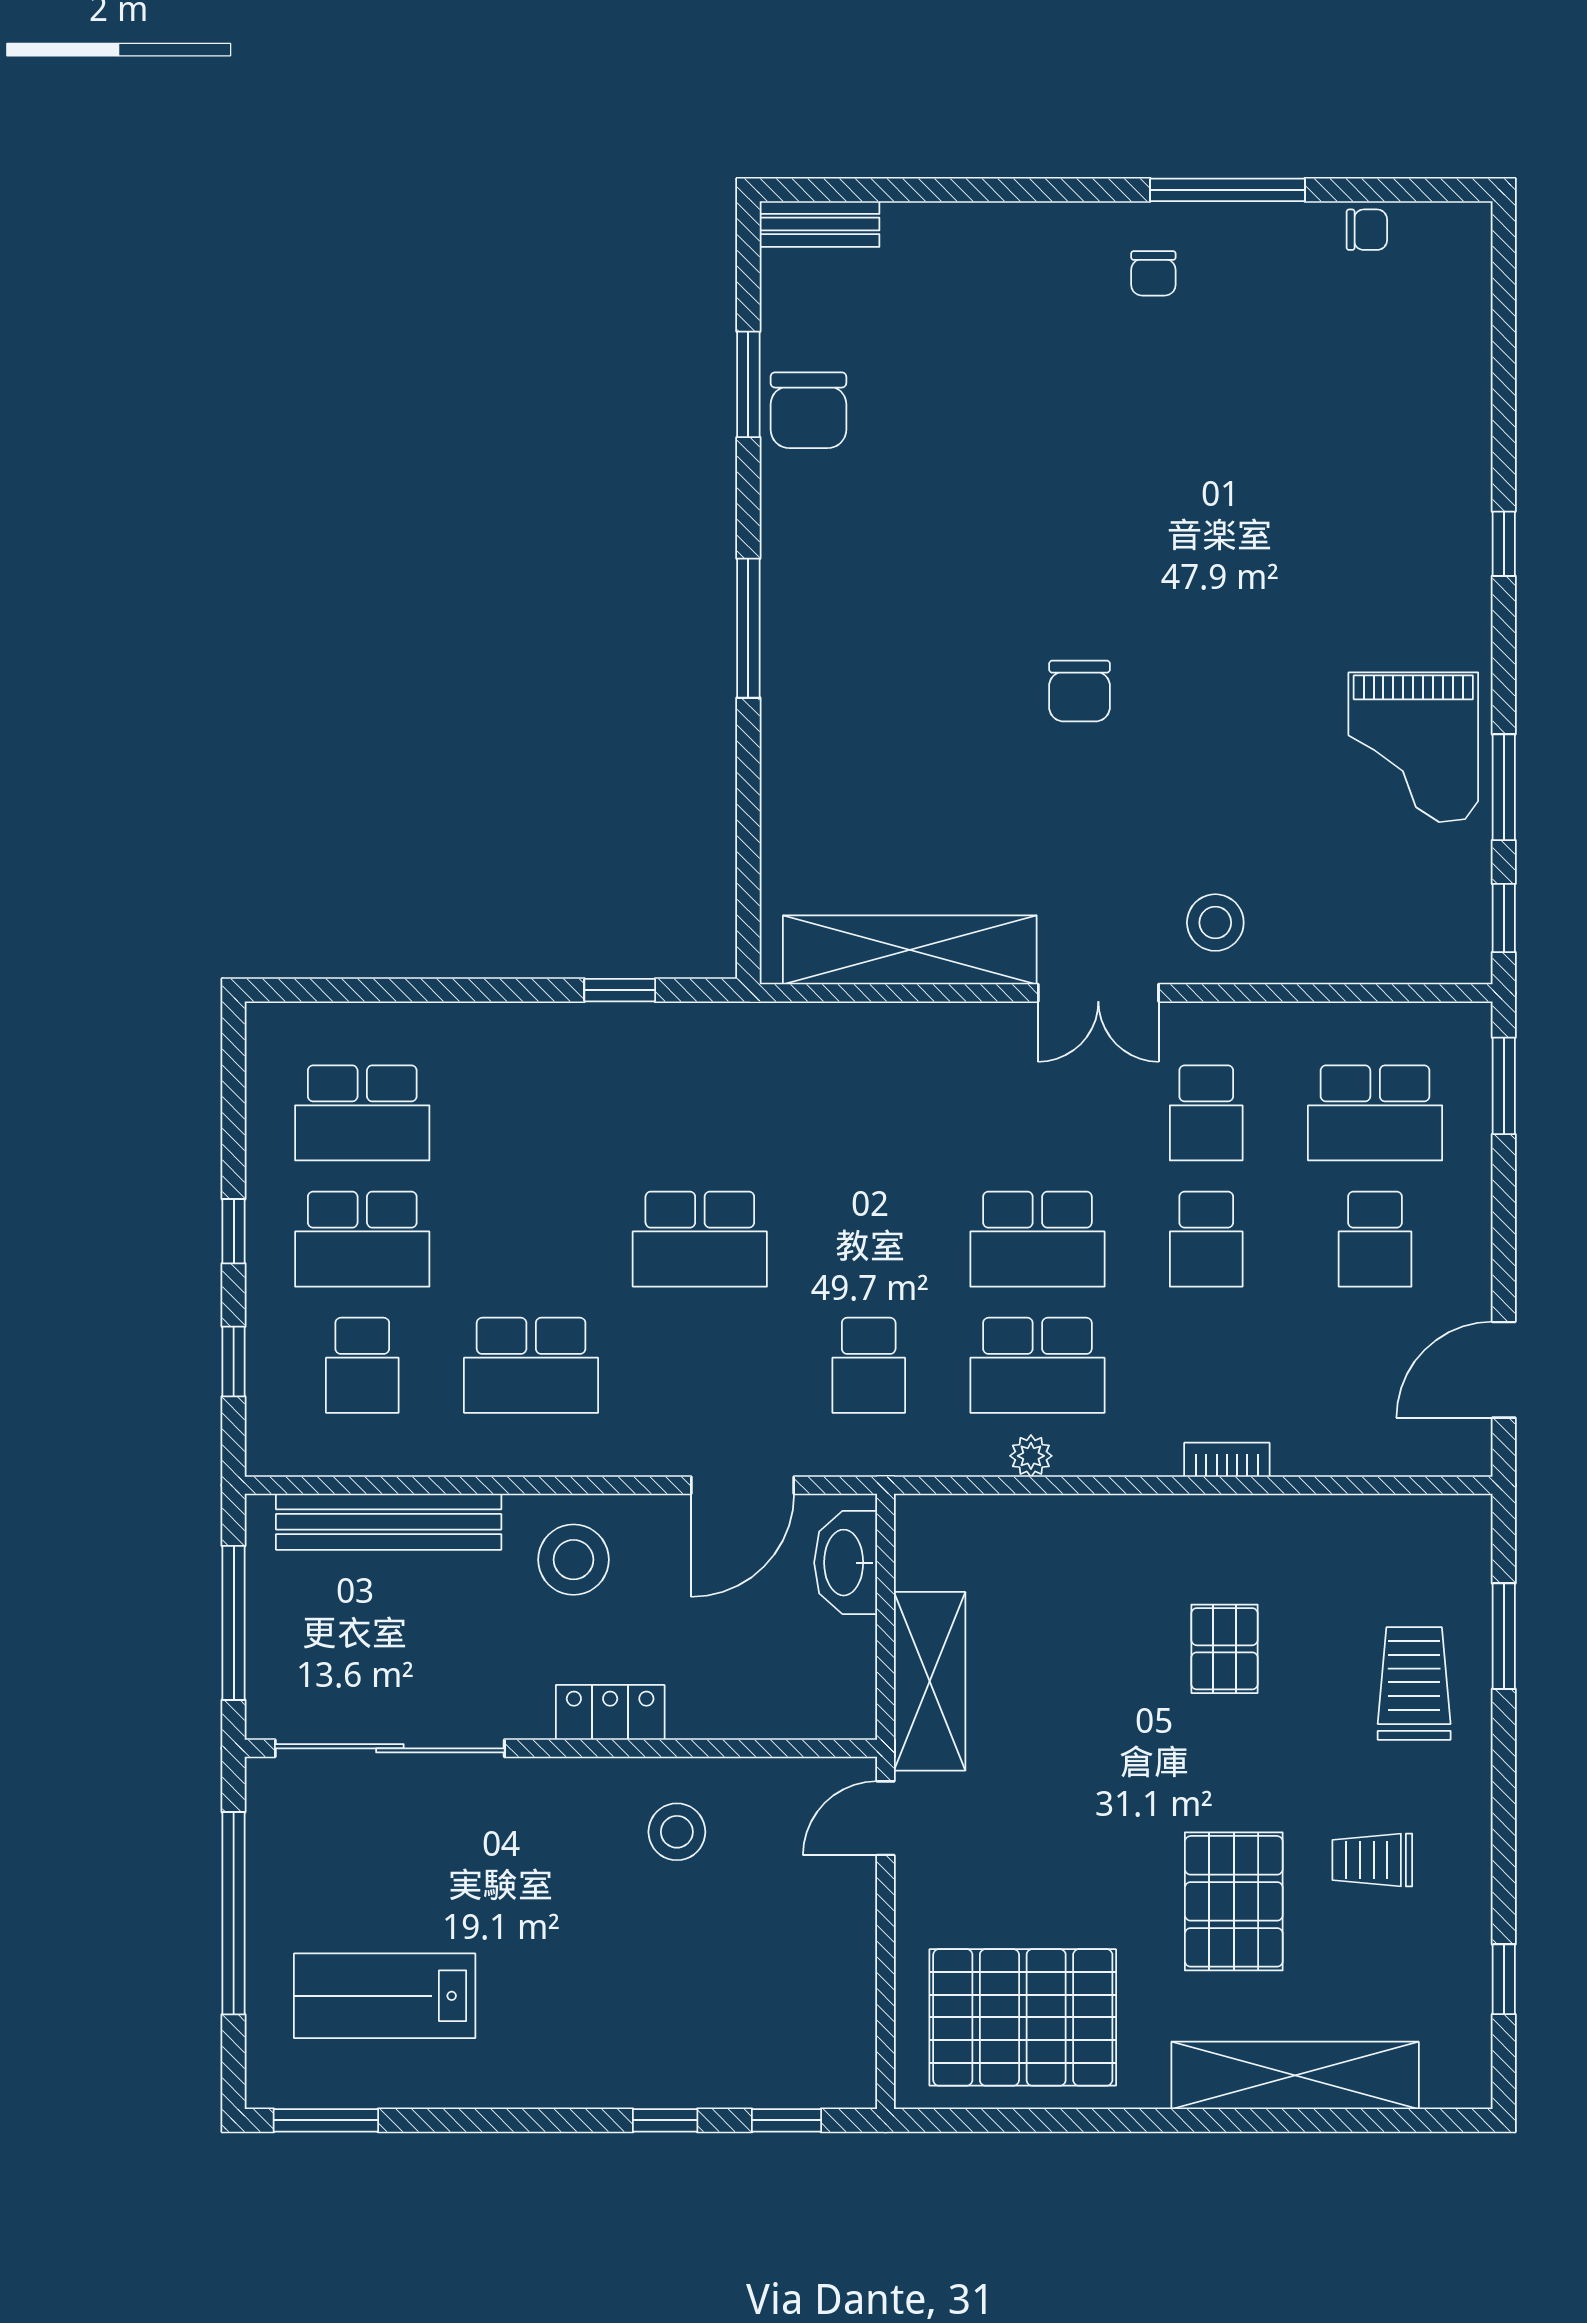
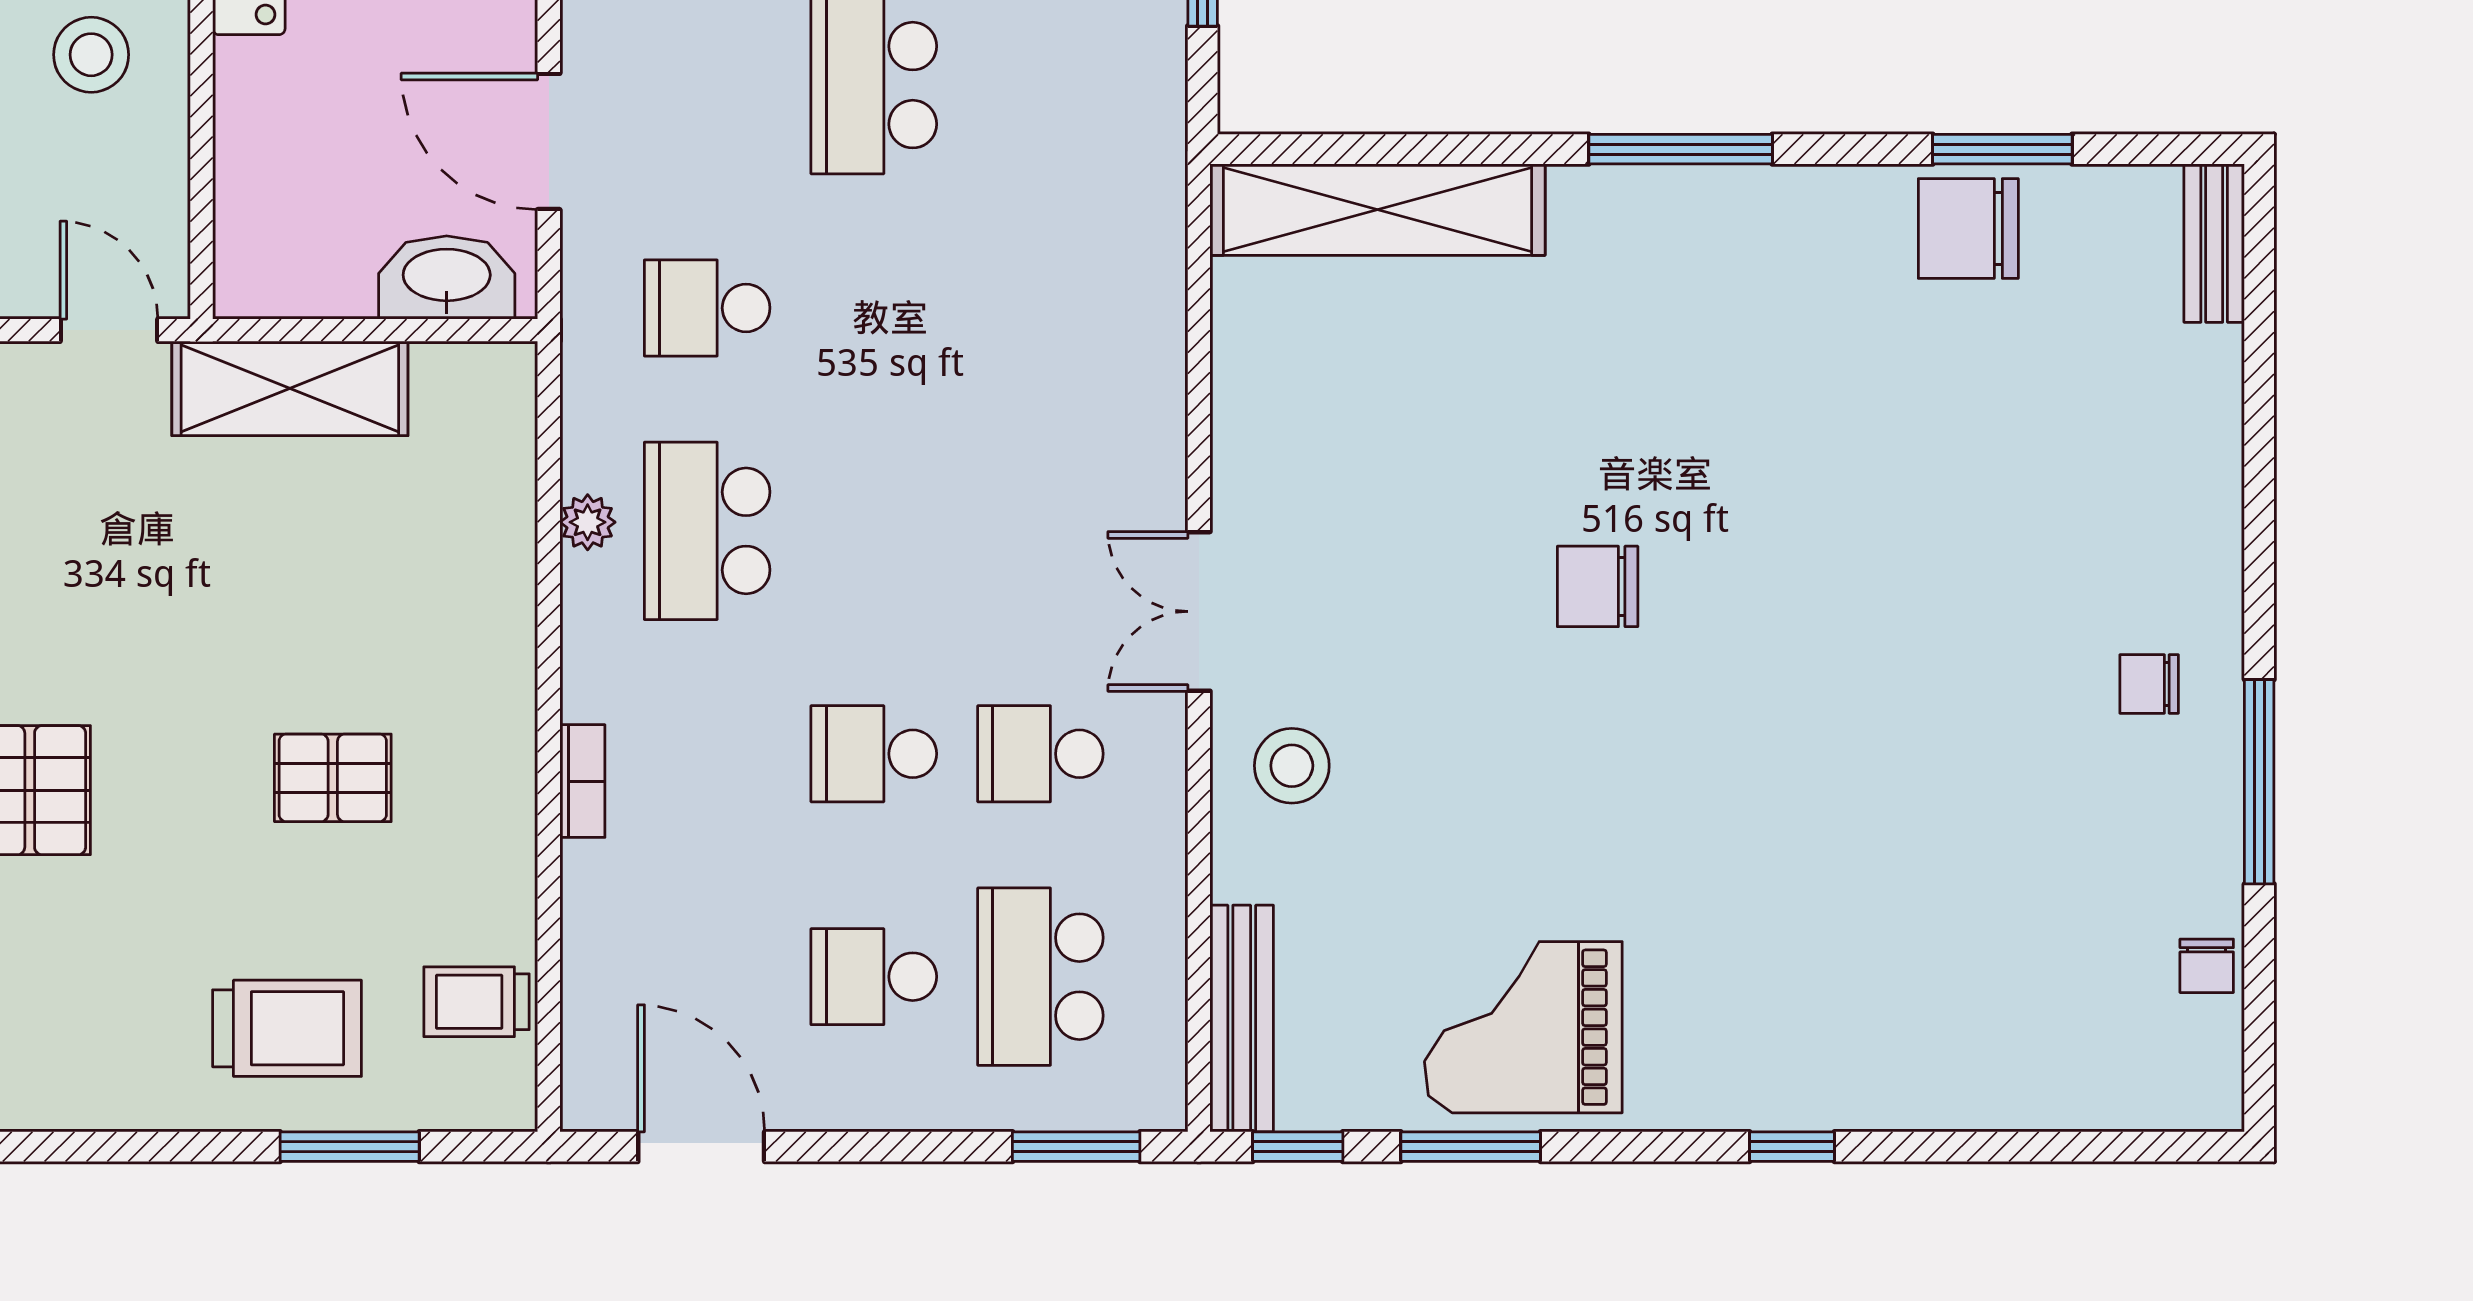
shelving: (910, 950) -> (1378, 210), moved, turned 90
bench: (1407, 960) -> (1242, 1019), added
school desk: (1037, 1239) -> (874, 531), removed
trolley: (1372, 1860) -> (476, 1002), moved, turned -90

